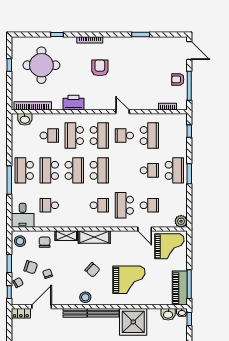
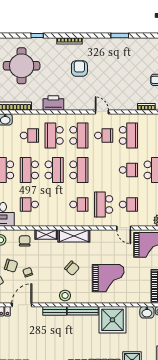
school desk: (124, 136) -> (104, 135), turned 180

